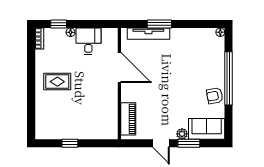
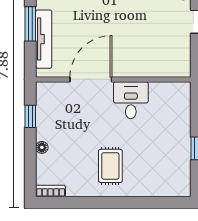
window: (59, 24) -> (30, 116), moved
desk: (88, 41) -> (131, 100), moved, turned 90
piano: (128, 119) -> (162, 67), removed

